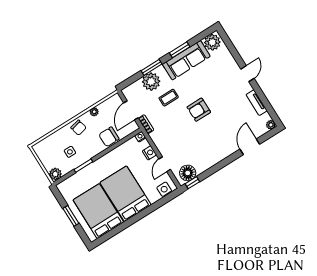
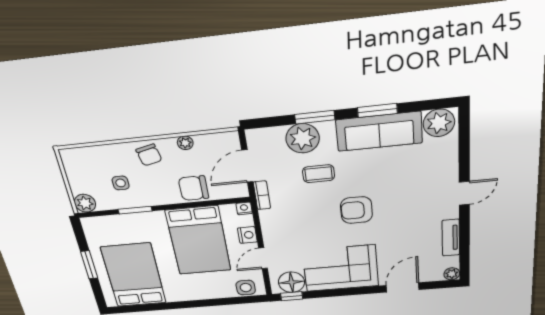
corner sofa: (209, 150) -> (340, 268), added
bed: (125, 194) -> (198, 240), moved, turned 180

